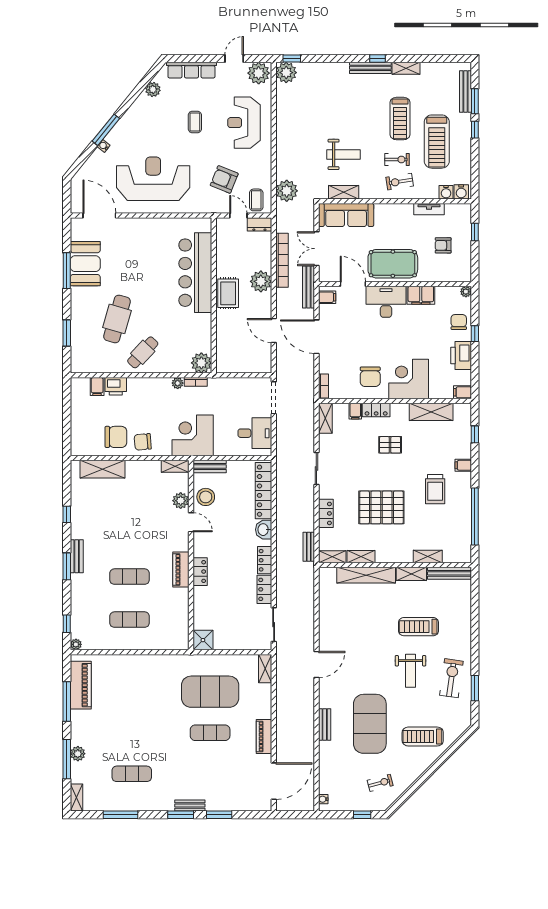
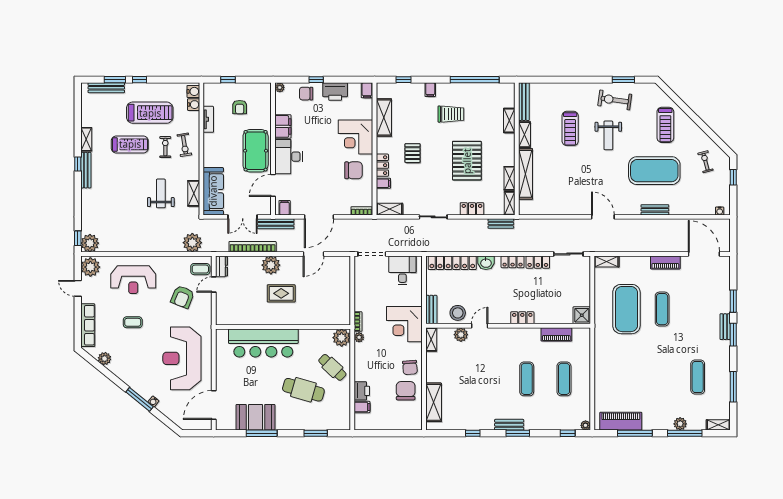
bar counter: (195, 273) -> (263, 343), moved
wall: (214, 295) -> (283, 327), moved
plant: (201, 363) -> (342, 338), moved
piano: (181, 570) -> (556, 334), moved
weight bench: (410, 671) -> (608, 135), turned 90

